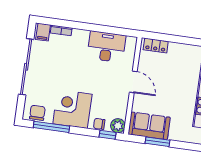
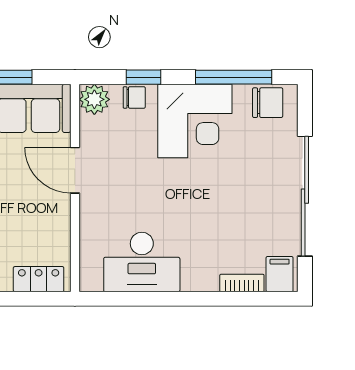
door: (133, 82) -> (75, 170), moved
chair: (37, 113) -> (268, 103), turned -90
window: (108, 135) -> (144, 77), moved

